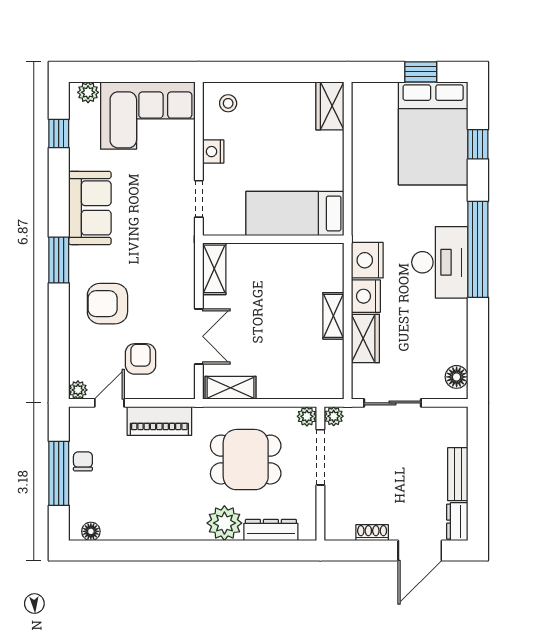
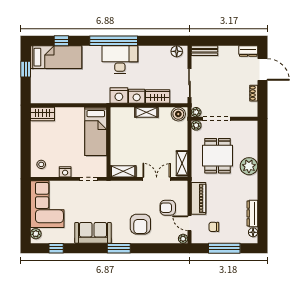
bed: (433, 133) -> (56, 57), width x0.67
boiler: (330, 380) -> (178, 114), added
chair: (83, 461) -> (214, 227), moved
bench: (458, 474) -> (204, 51), moved
dresser: (271, 530) -> (252, 213), moved

